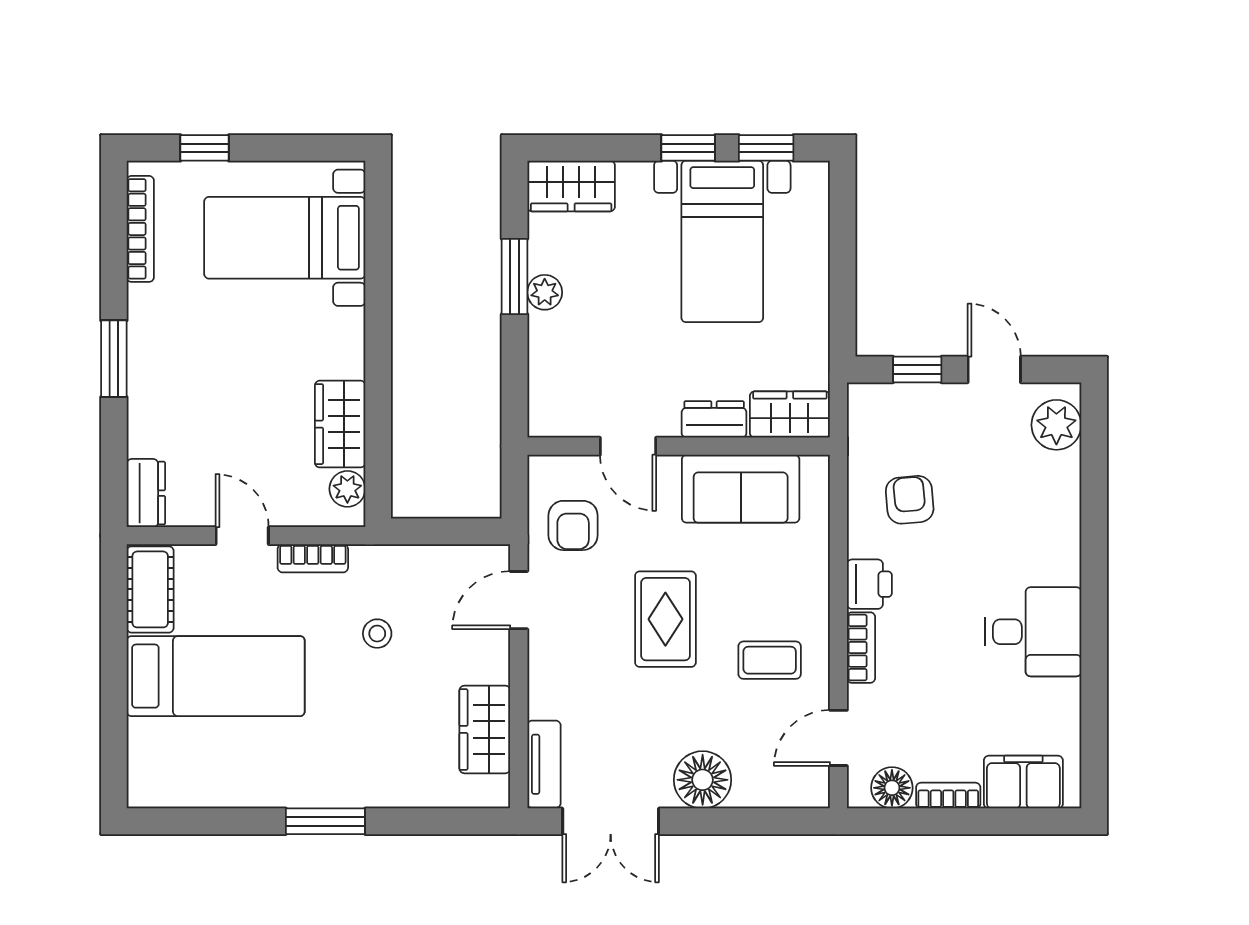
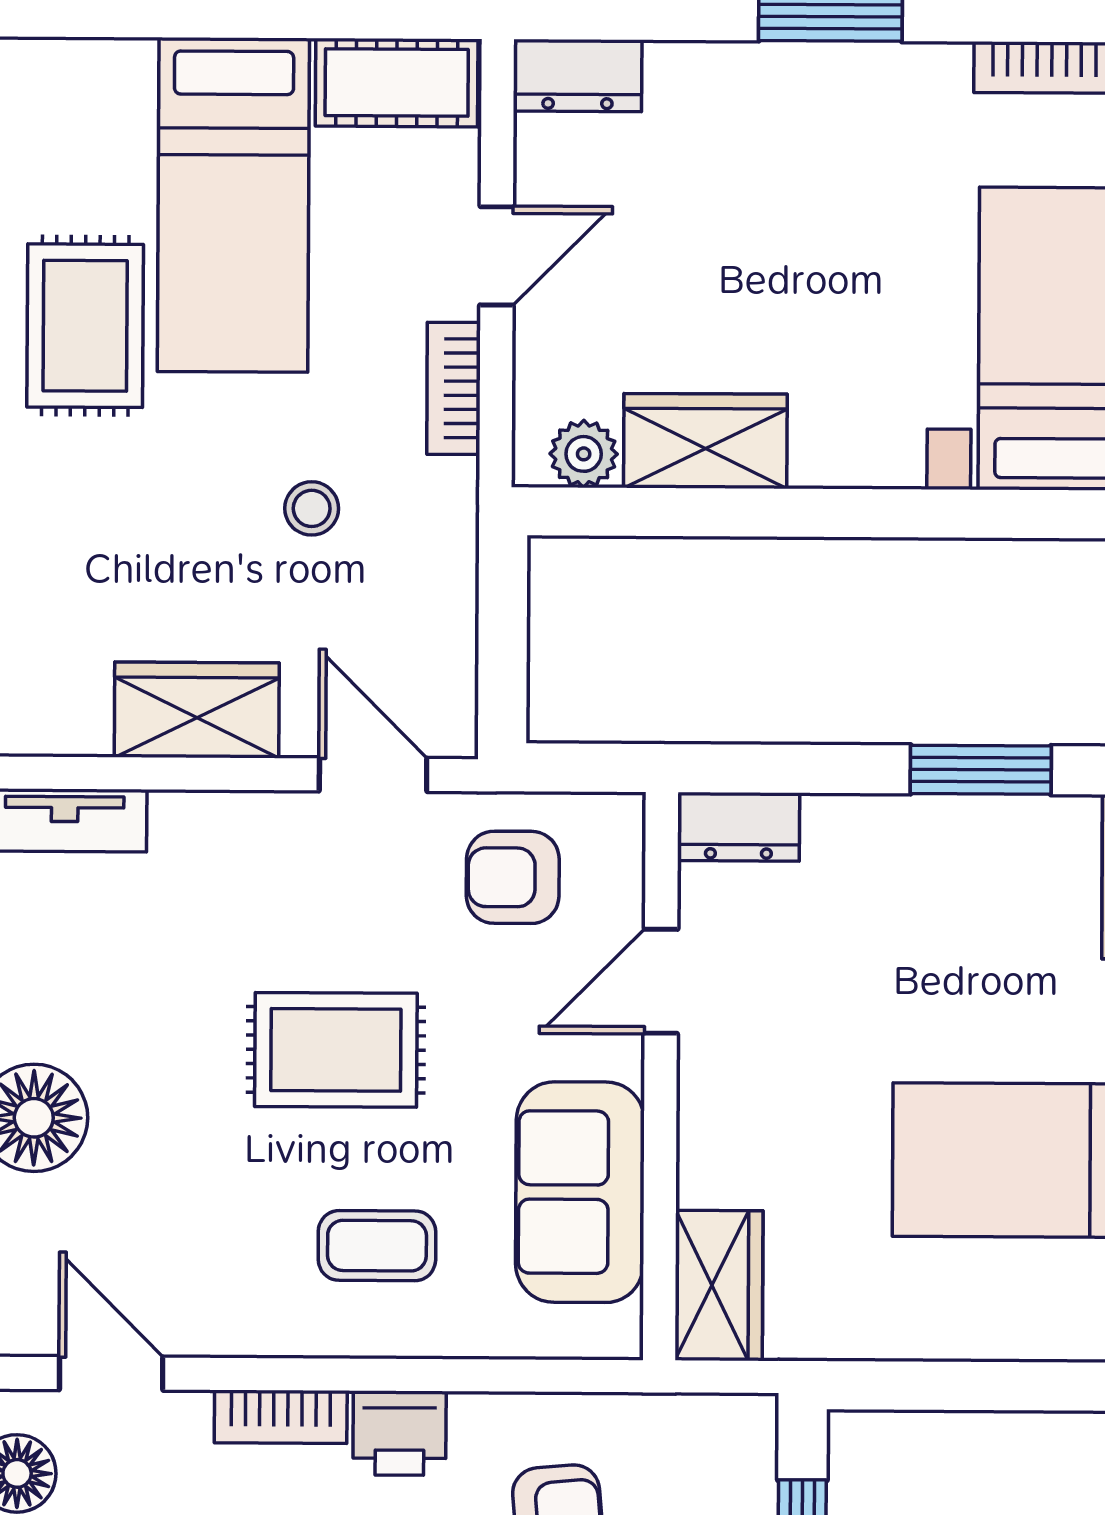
plant: (545, 292) -> (951, 826), removed
dresser: (714, 419) -> (739, 827), moved, turned 90
coffee table: (770, 660) -> (377, 1246), moved, turned 90
wardrobe: (485, 729) -> (197, 710), moved
rug: (280, 755) -> (85, 326), added

